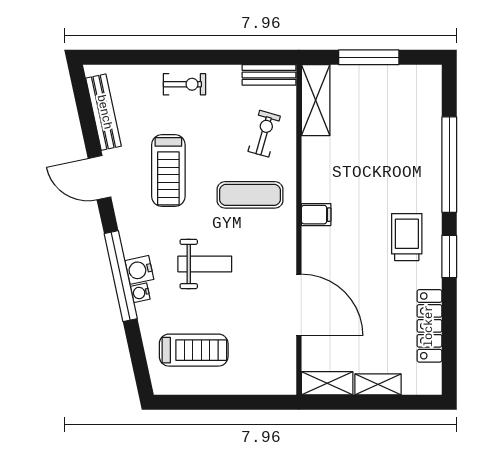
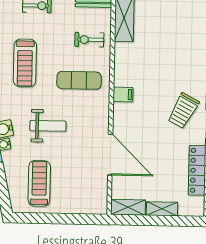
exercise bike: (264, 134) -> (89, 40), turned -106
trolley: (407, 237) -> (183, 111), turned -152
treadmill: (194, 350) -> (39, 183), turned -90

